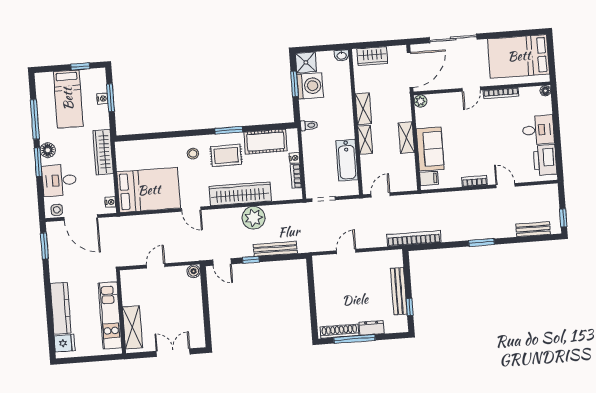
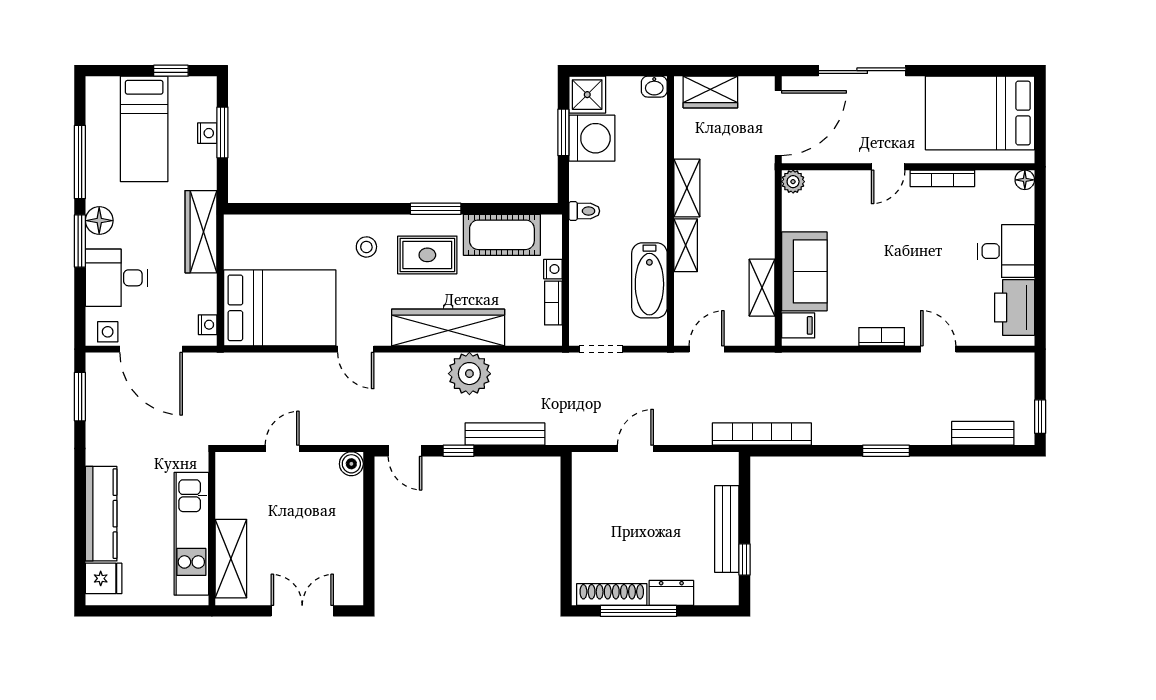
shelving: (406, 138) -> (762, 288), moved

